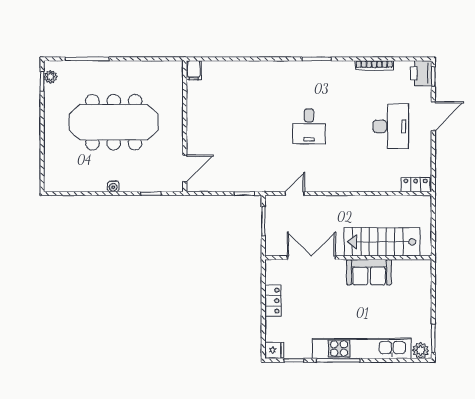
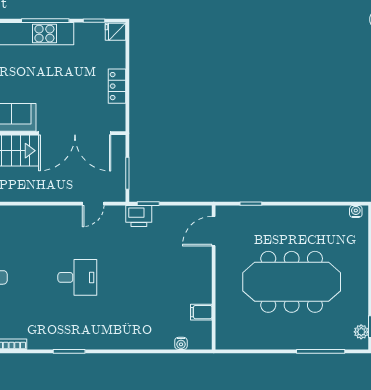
water cooler: (215, 66) -> (181, 343), added
filing cabinet: (194, 70) -> (201, 312), moved, turned -90
desk: (309, 126) -> (77, 277), turned 90
printer: (253, 182) -> (139, 216), added
water cooler: (113, 186) -> (356, 211), moved
double door: (311, 258) -> (75, 133), width x1.36

